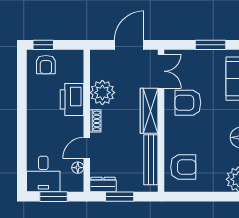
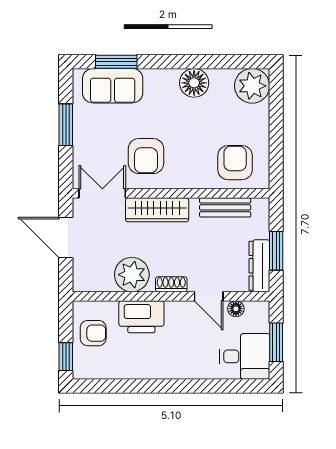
armchair: (46, 65) -> (93, 333), moved
bench: (151, 160) -> (225, 207), width x0.73
dresser: (103, 185) -> (259, 266), width x1.44

